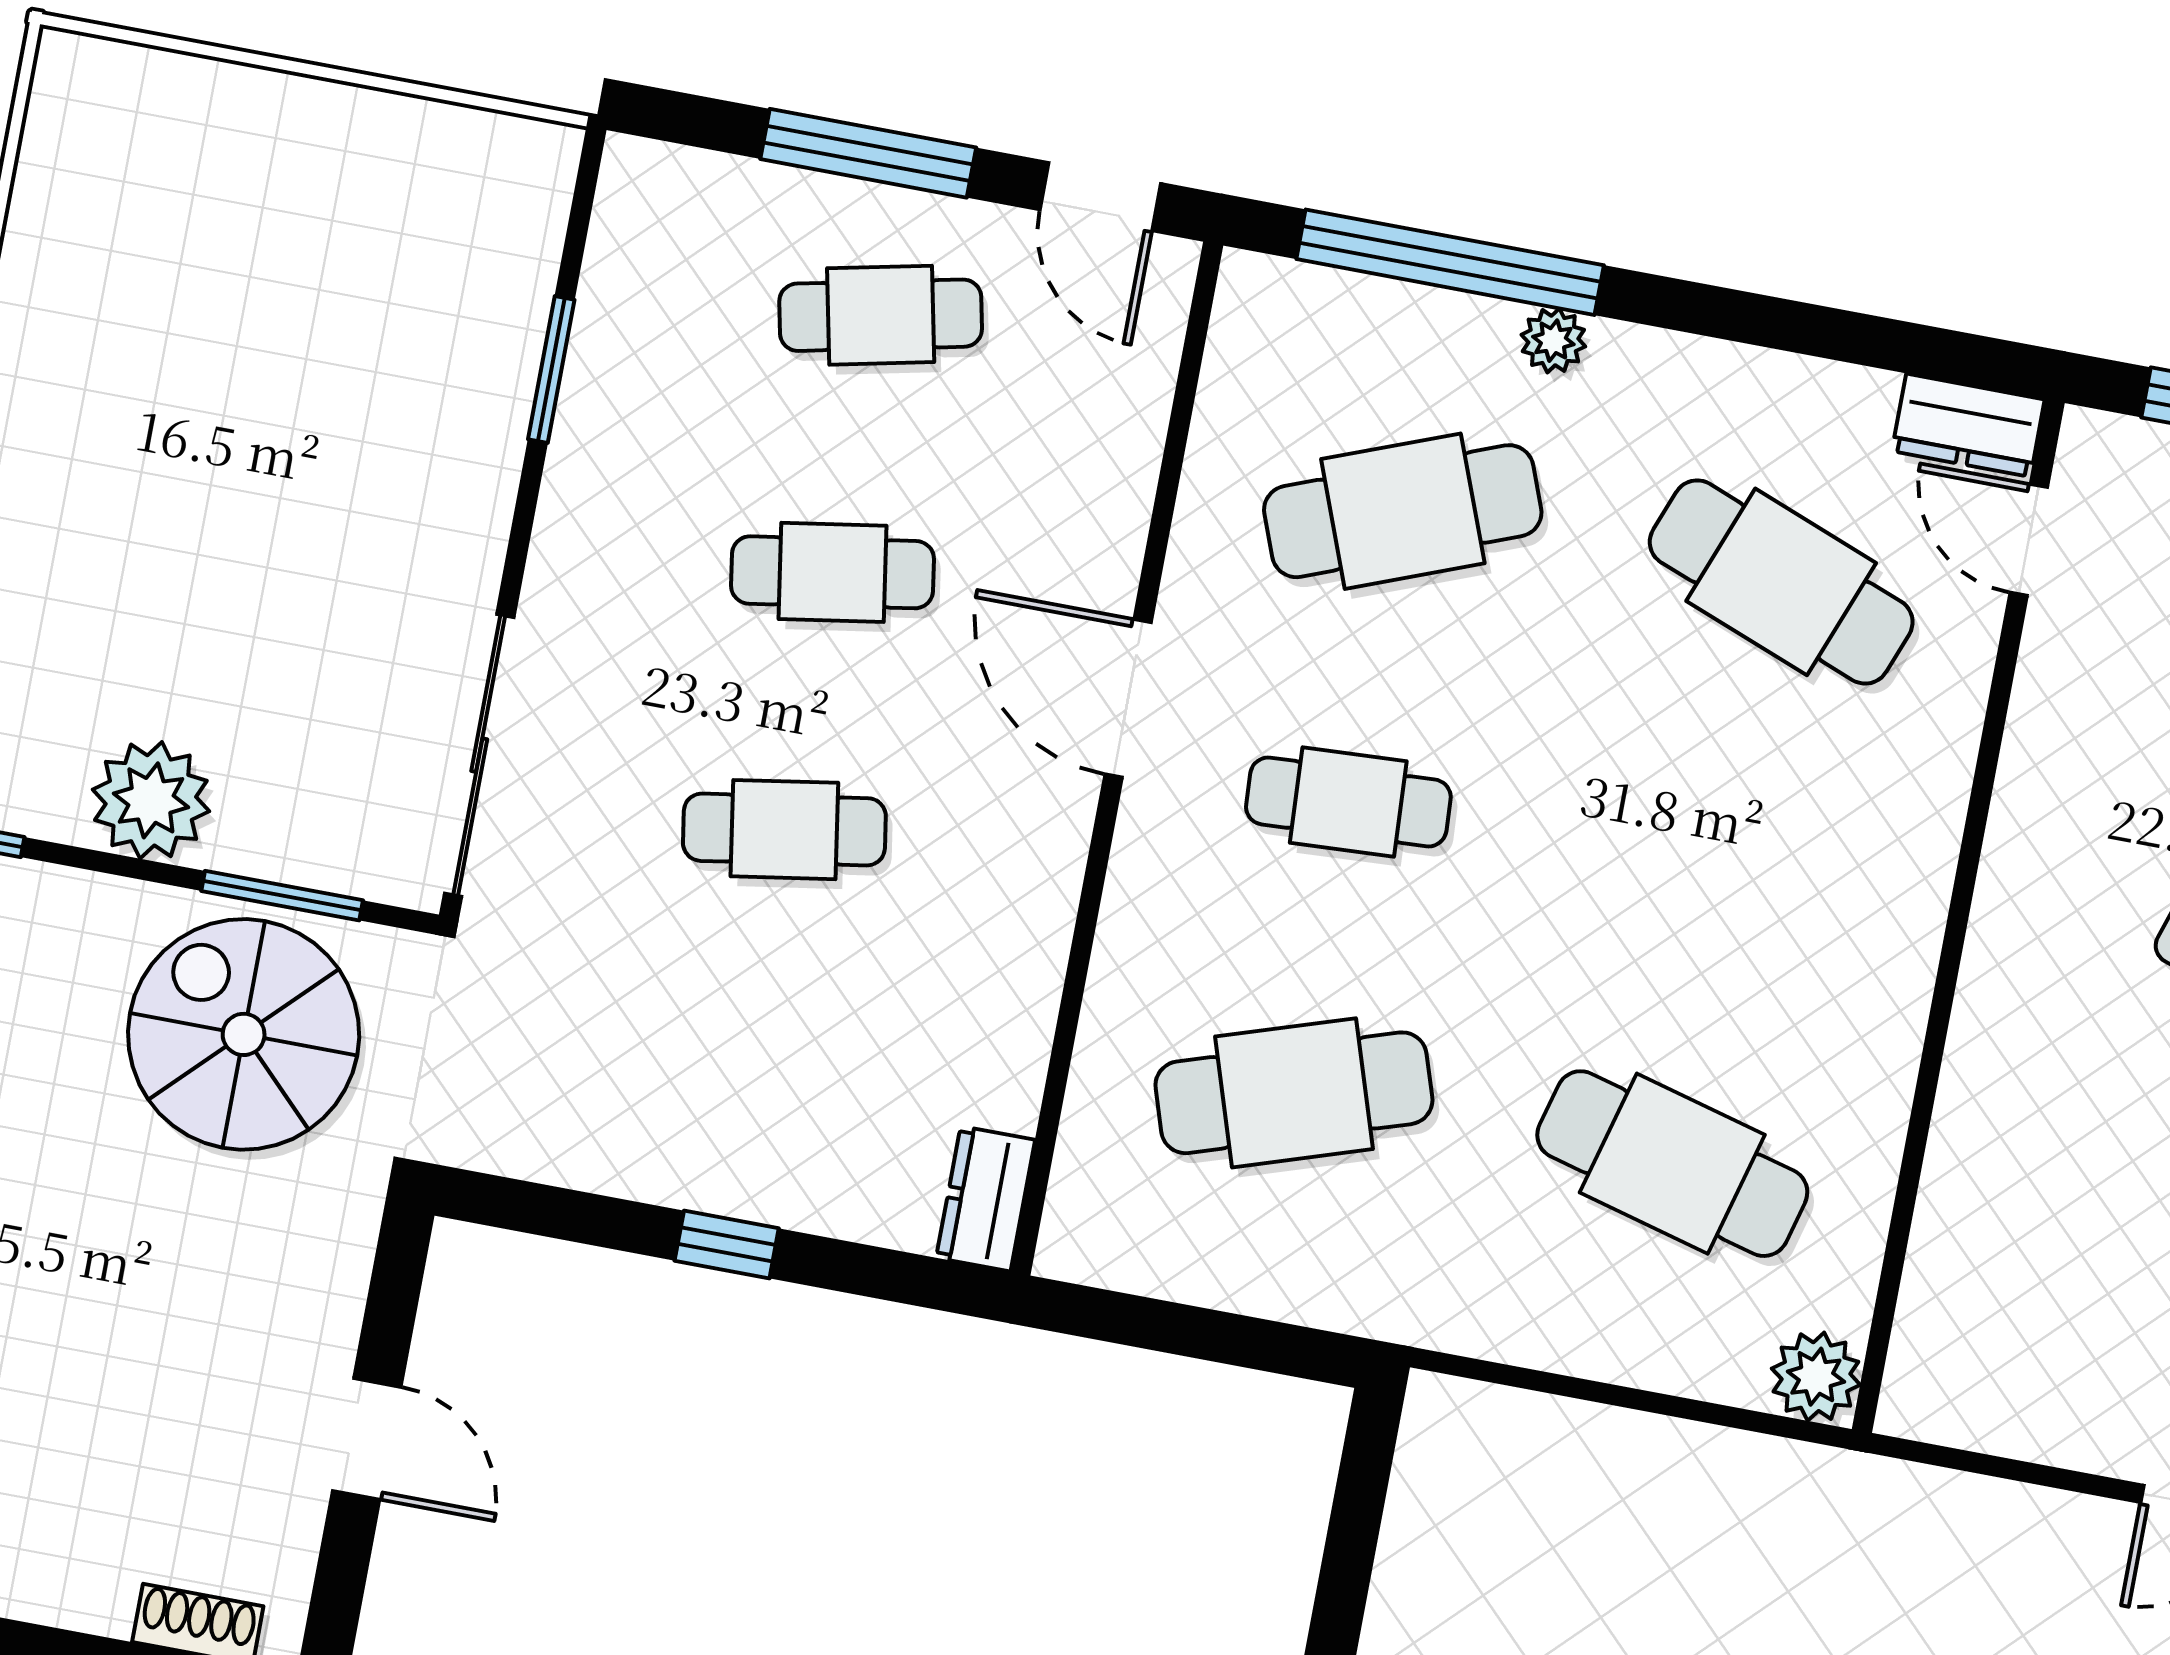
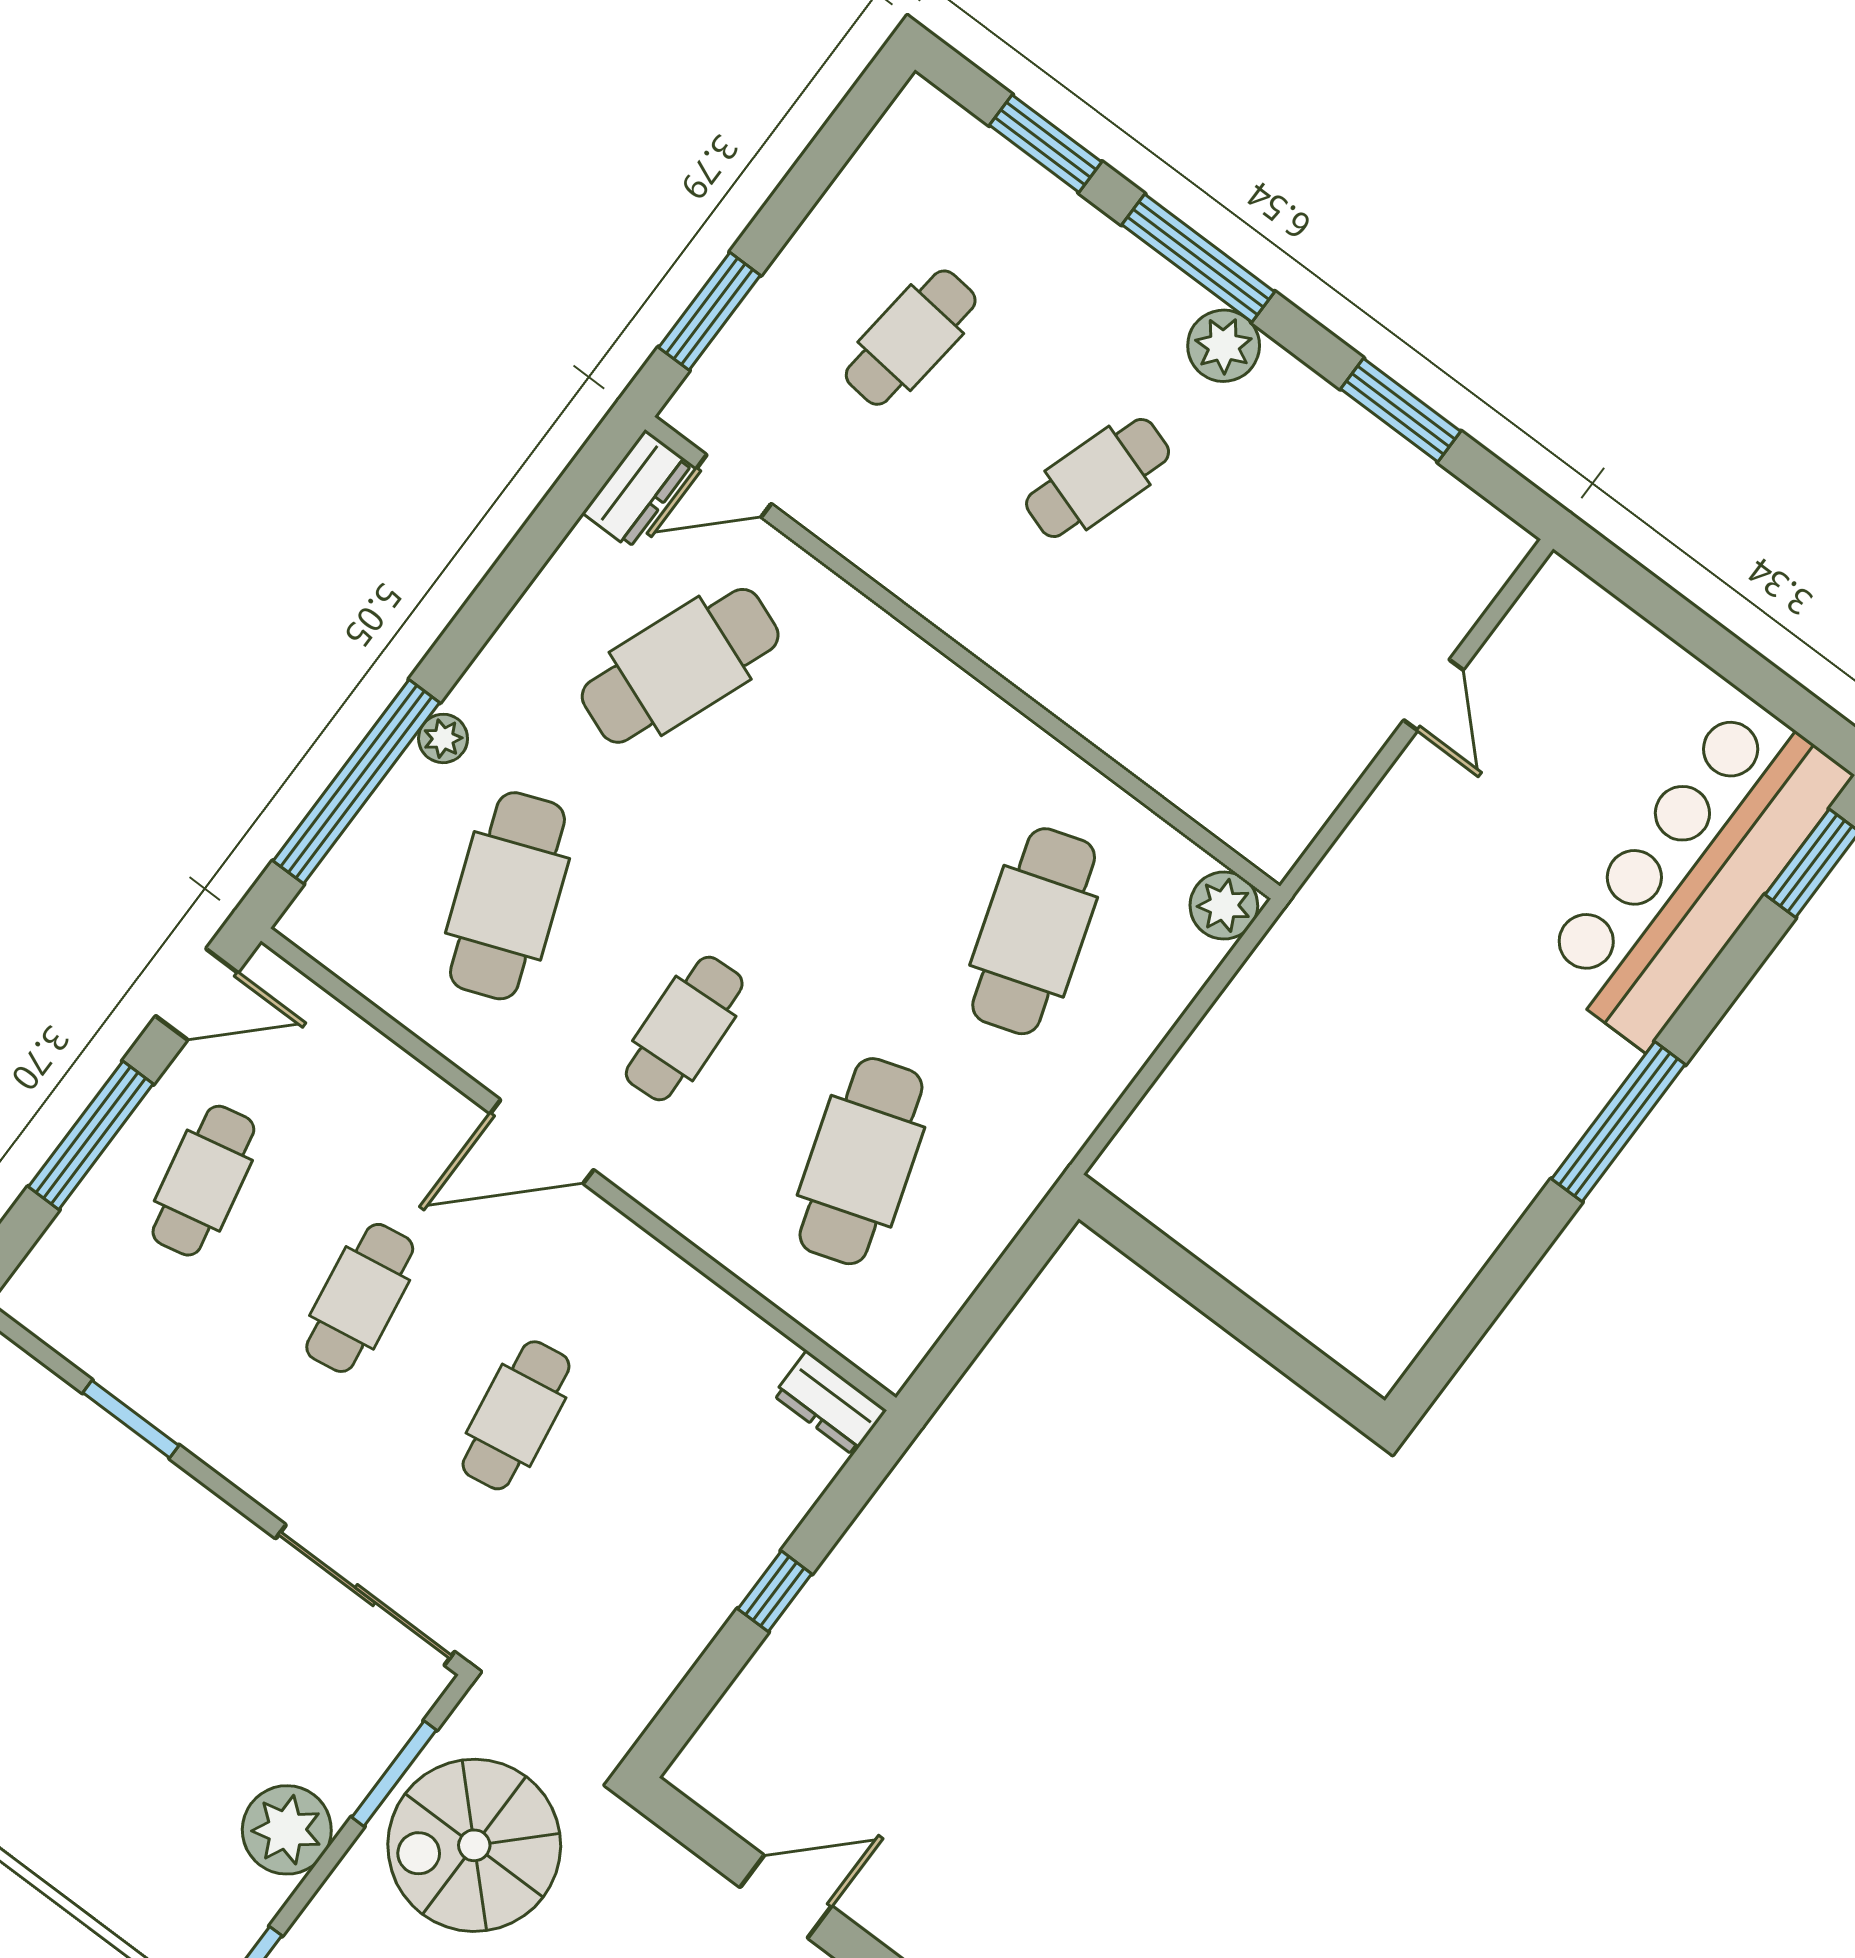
cafe table: (1672, 1164) -> (1034, 931), turned -33

